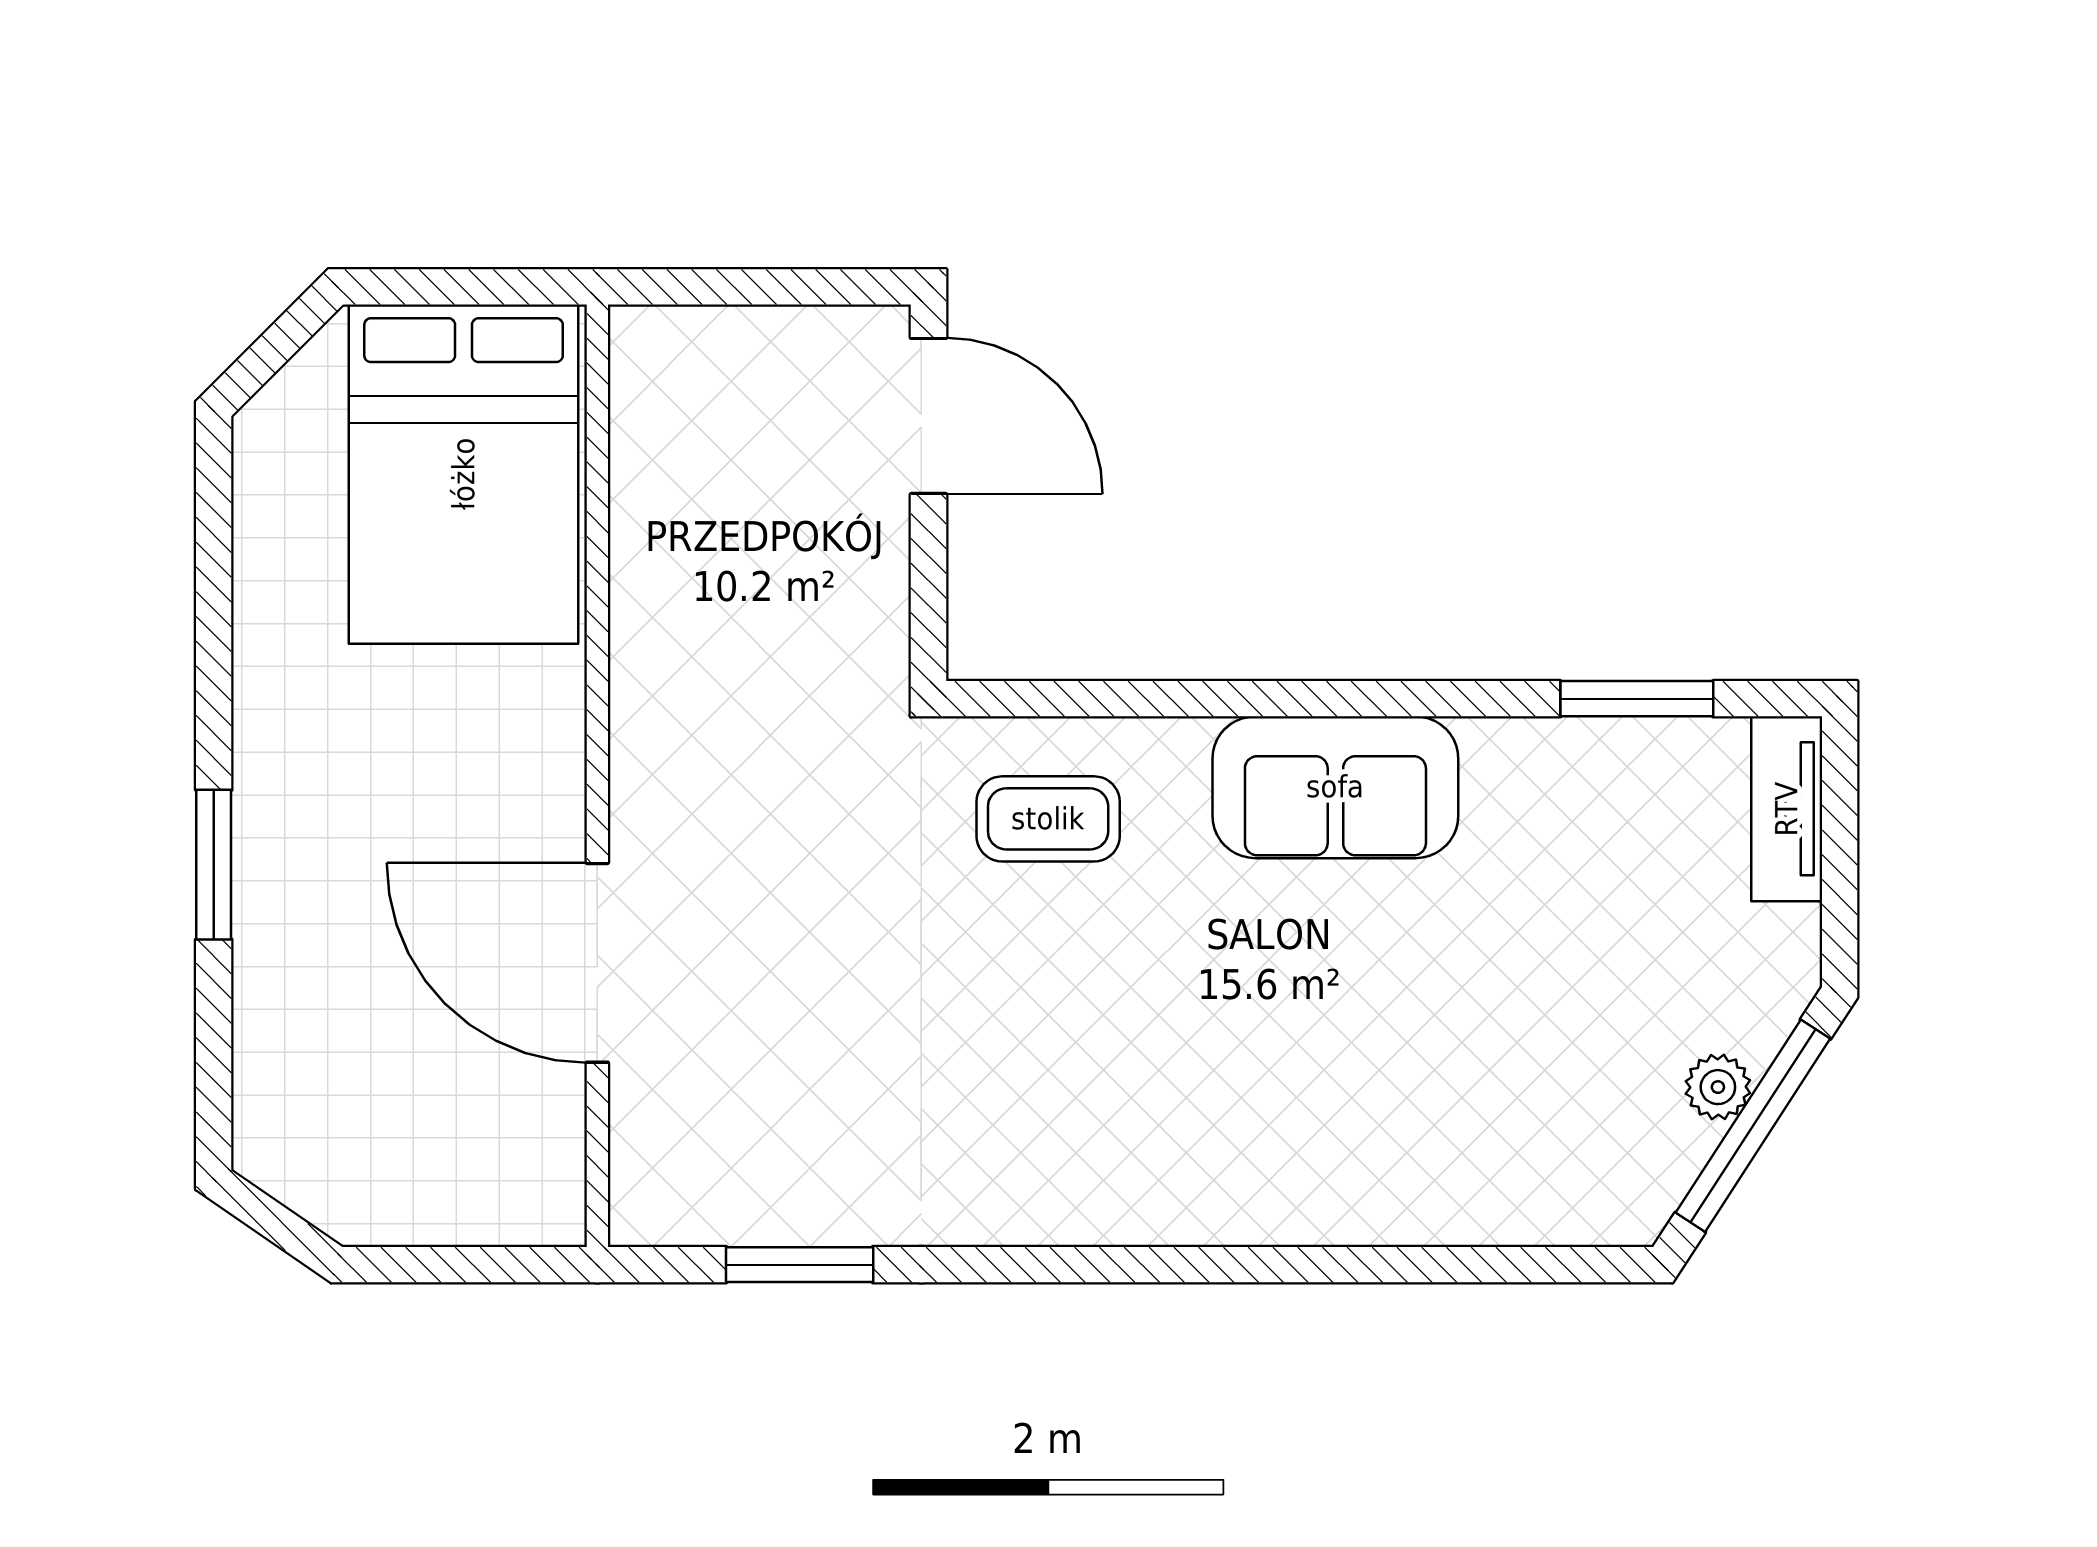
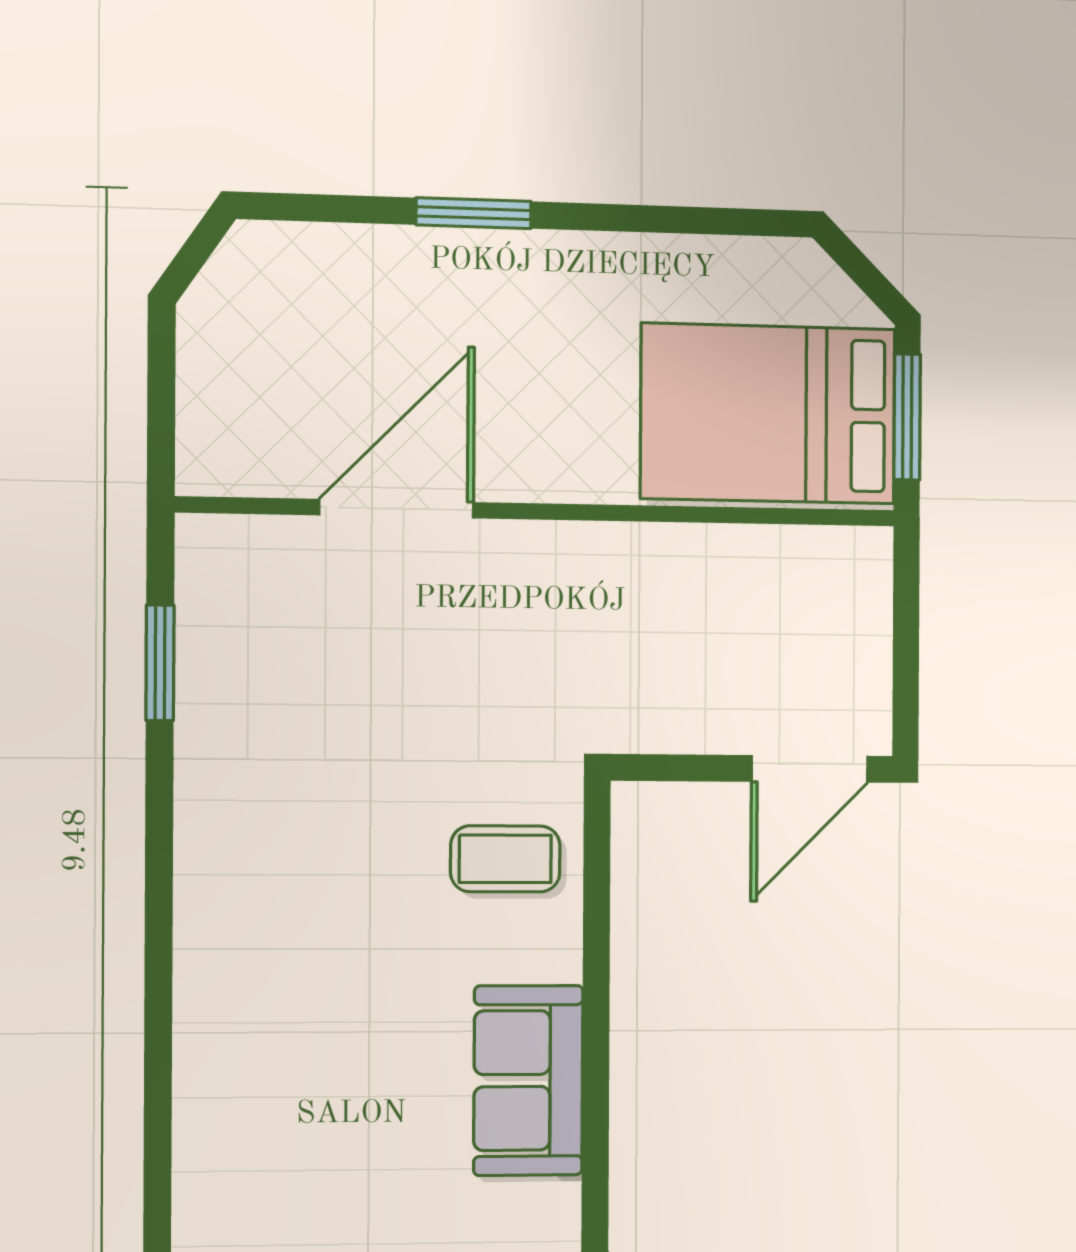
window: (463, 287) -> (907, 417), added
coffee table: (1048, 819) -> (505, 859), turned 90

